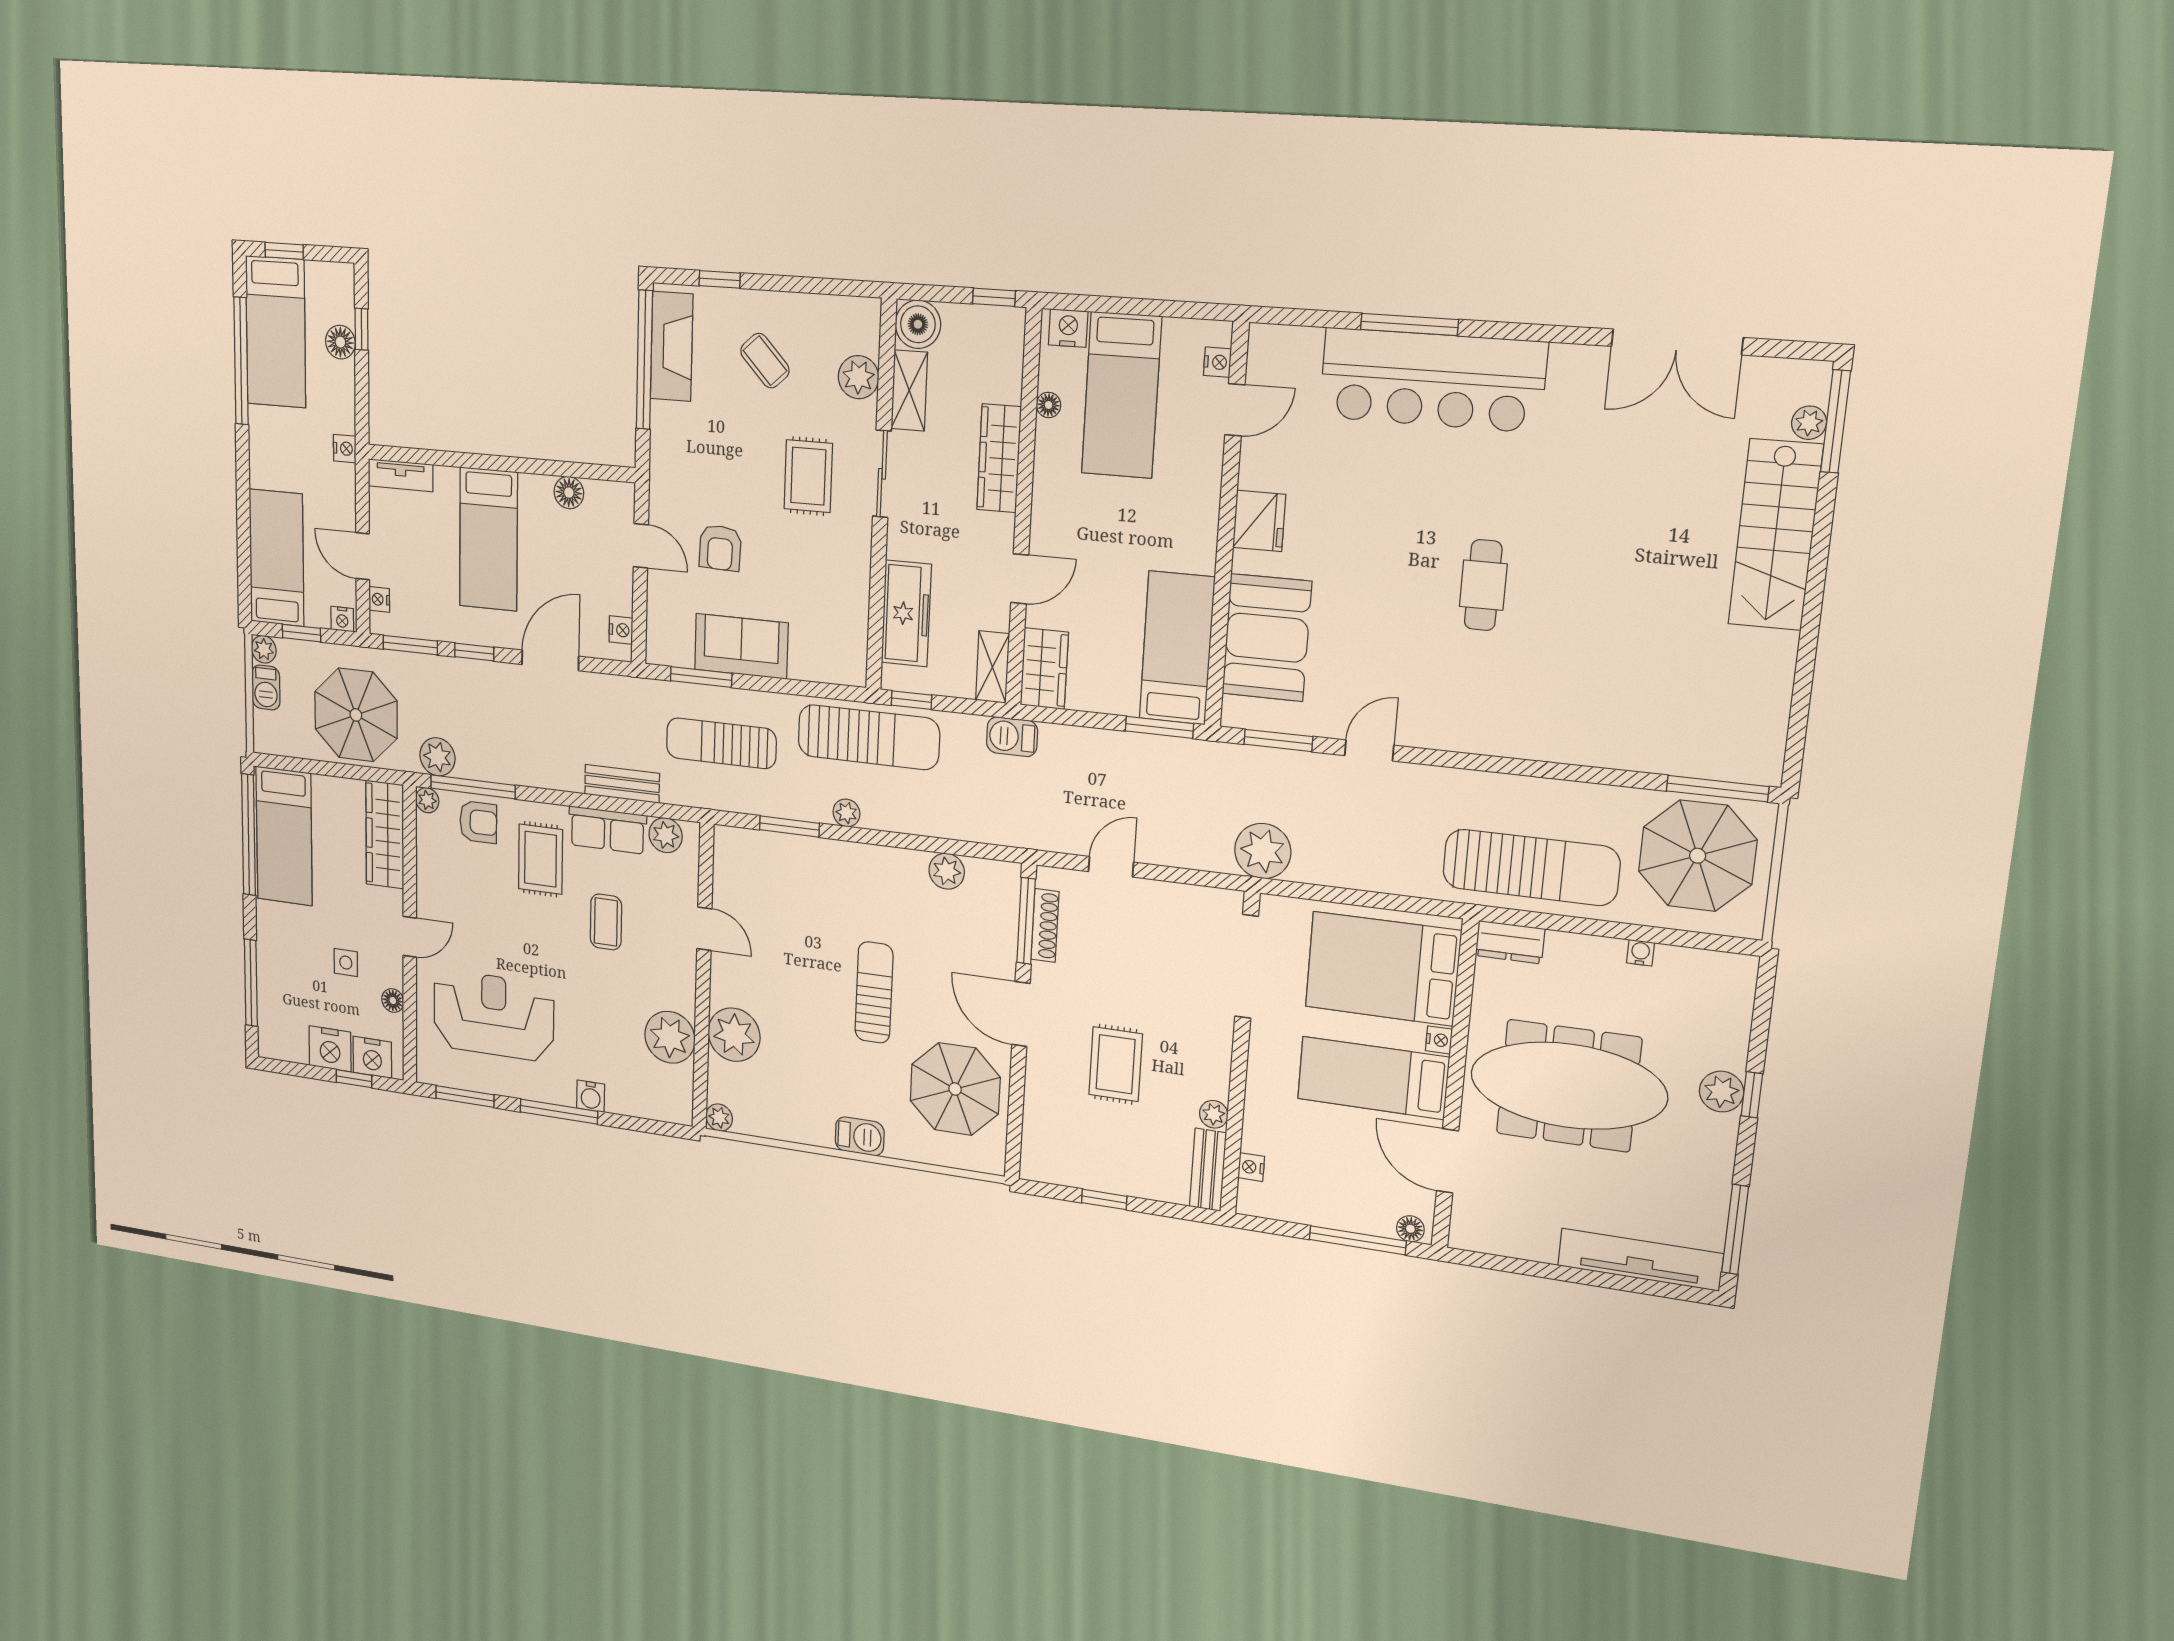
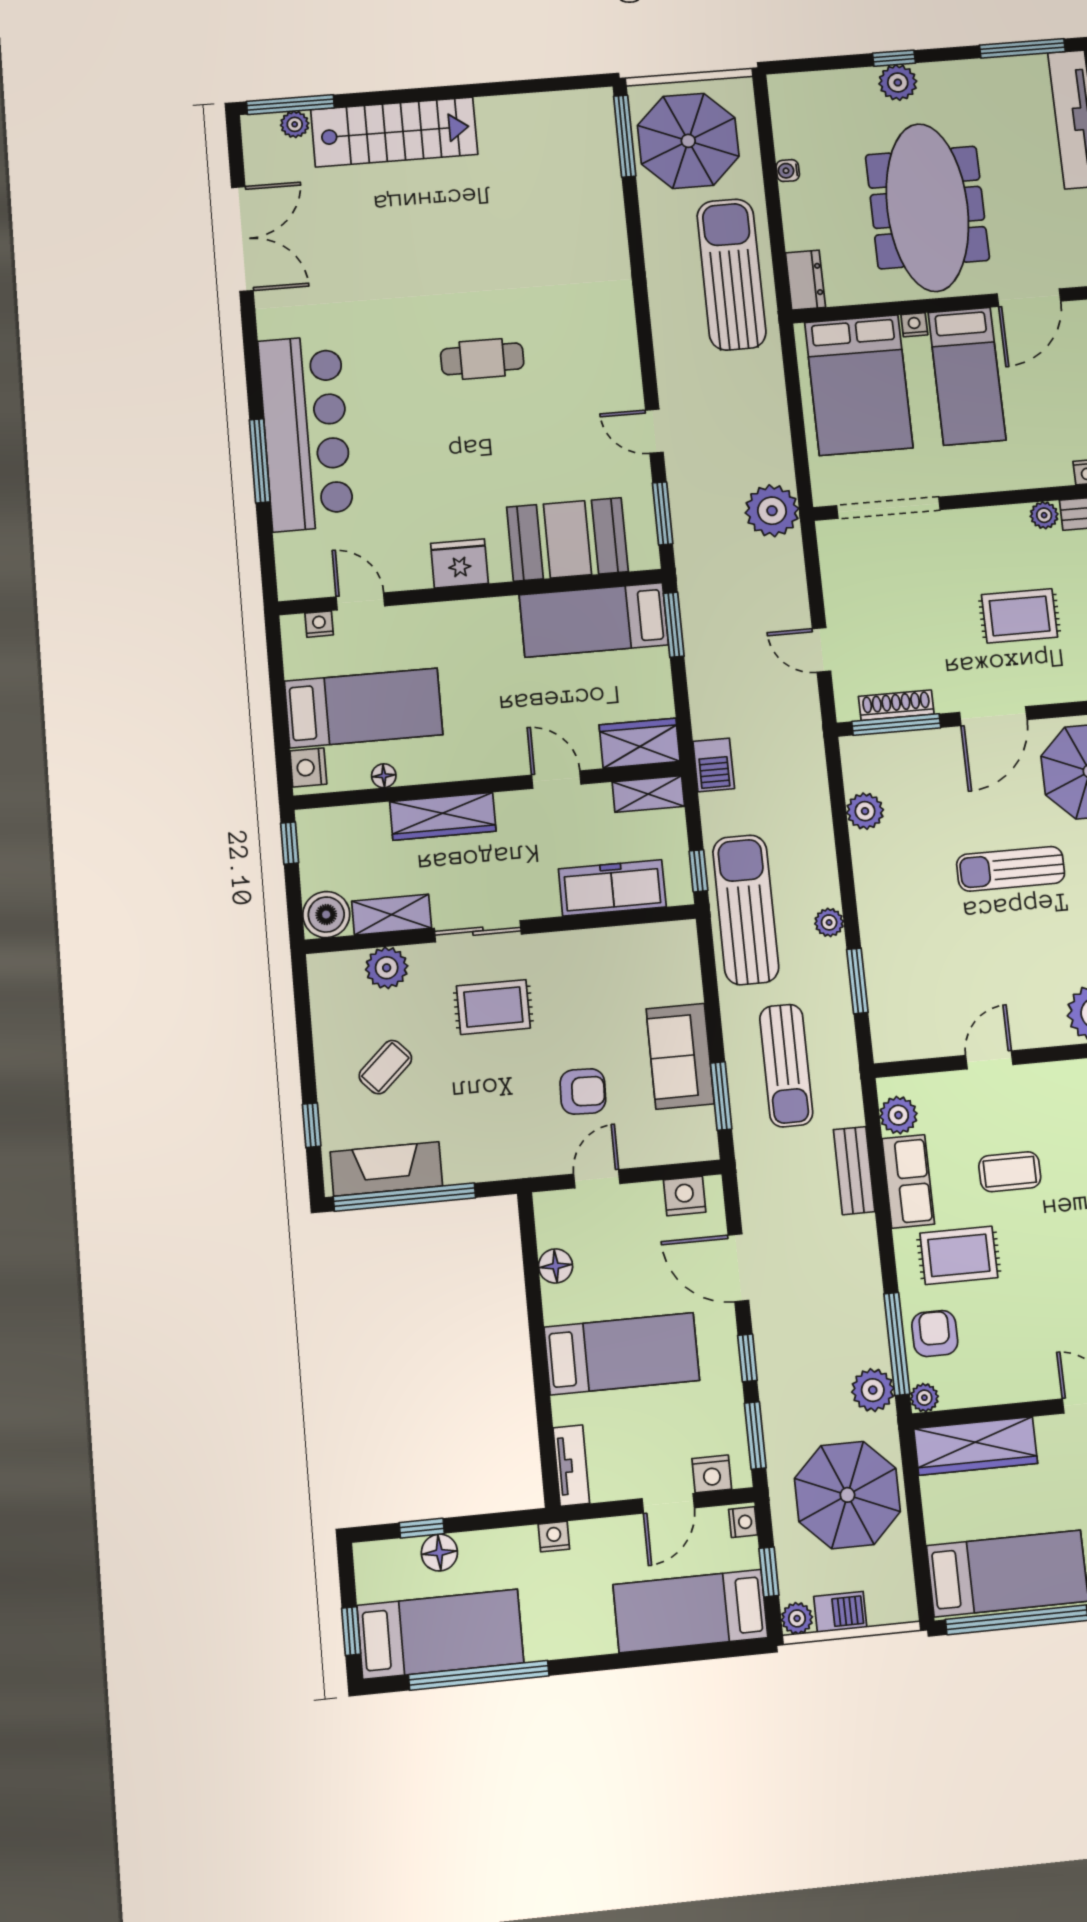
nightstand: (379, 599) -> (712, 1474), width x1.39, depth x1.35
nightstand: (621, 630) -> (685, 1196), width x1.39, depth x1.35

